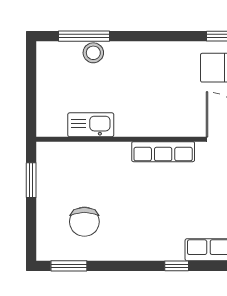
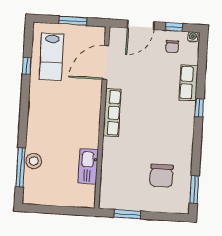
chair: (84, 222) -> (161, 176), turned 90

